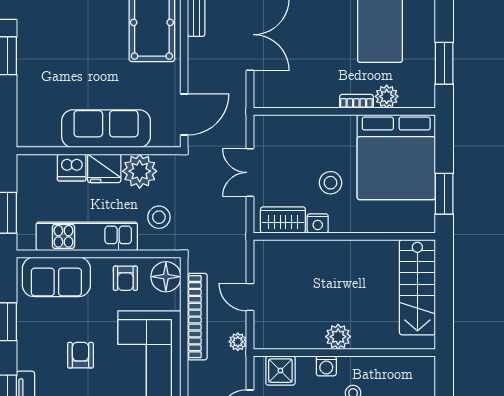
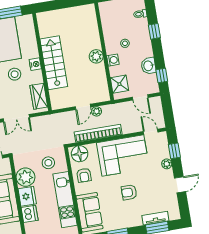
nightstand: (318, 223) -> (35, 64), moved
armchair: (125, 278) -> (84, 175), turned 90
stairs: (417, 287) -> (54, 63), moved, turned -90
plant: (238, 342) -> (97, 111), moved

